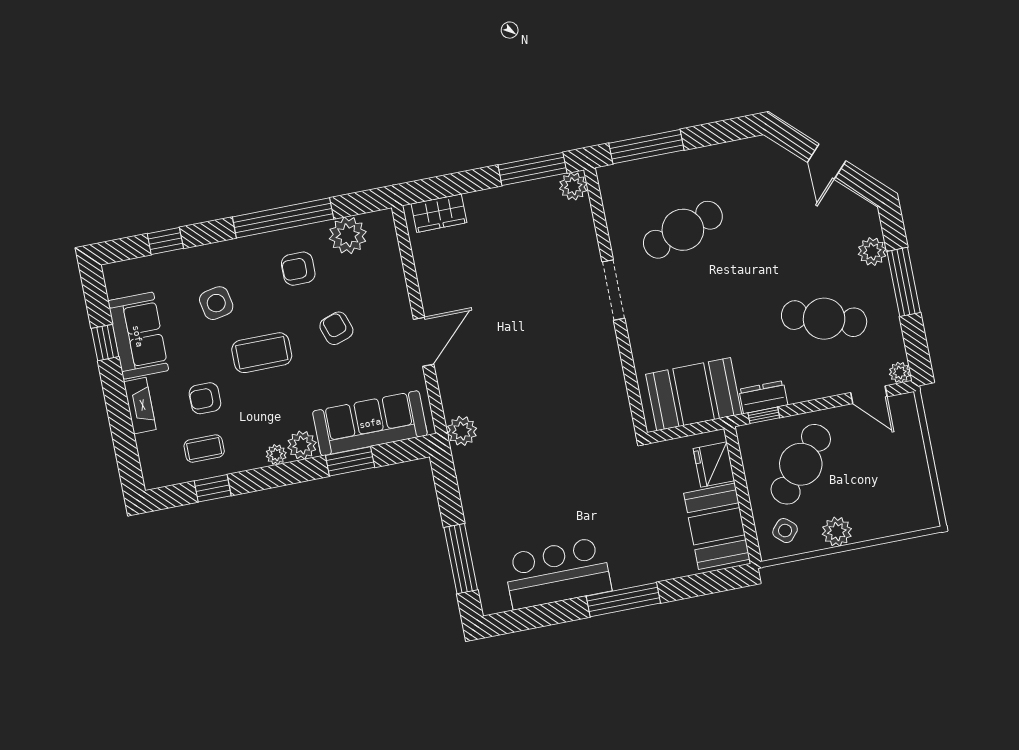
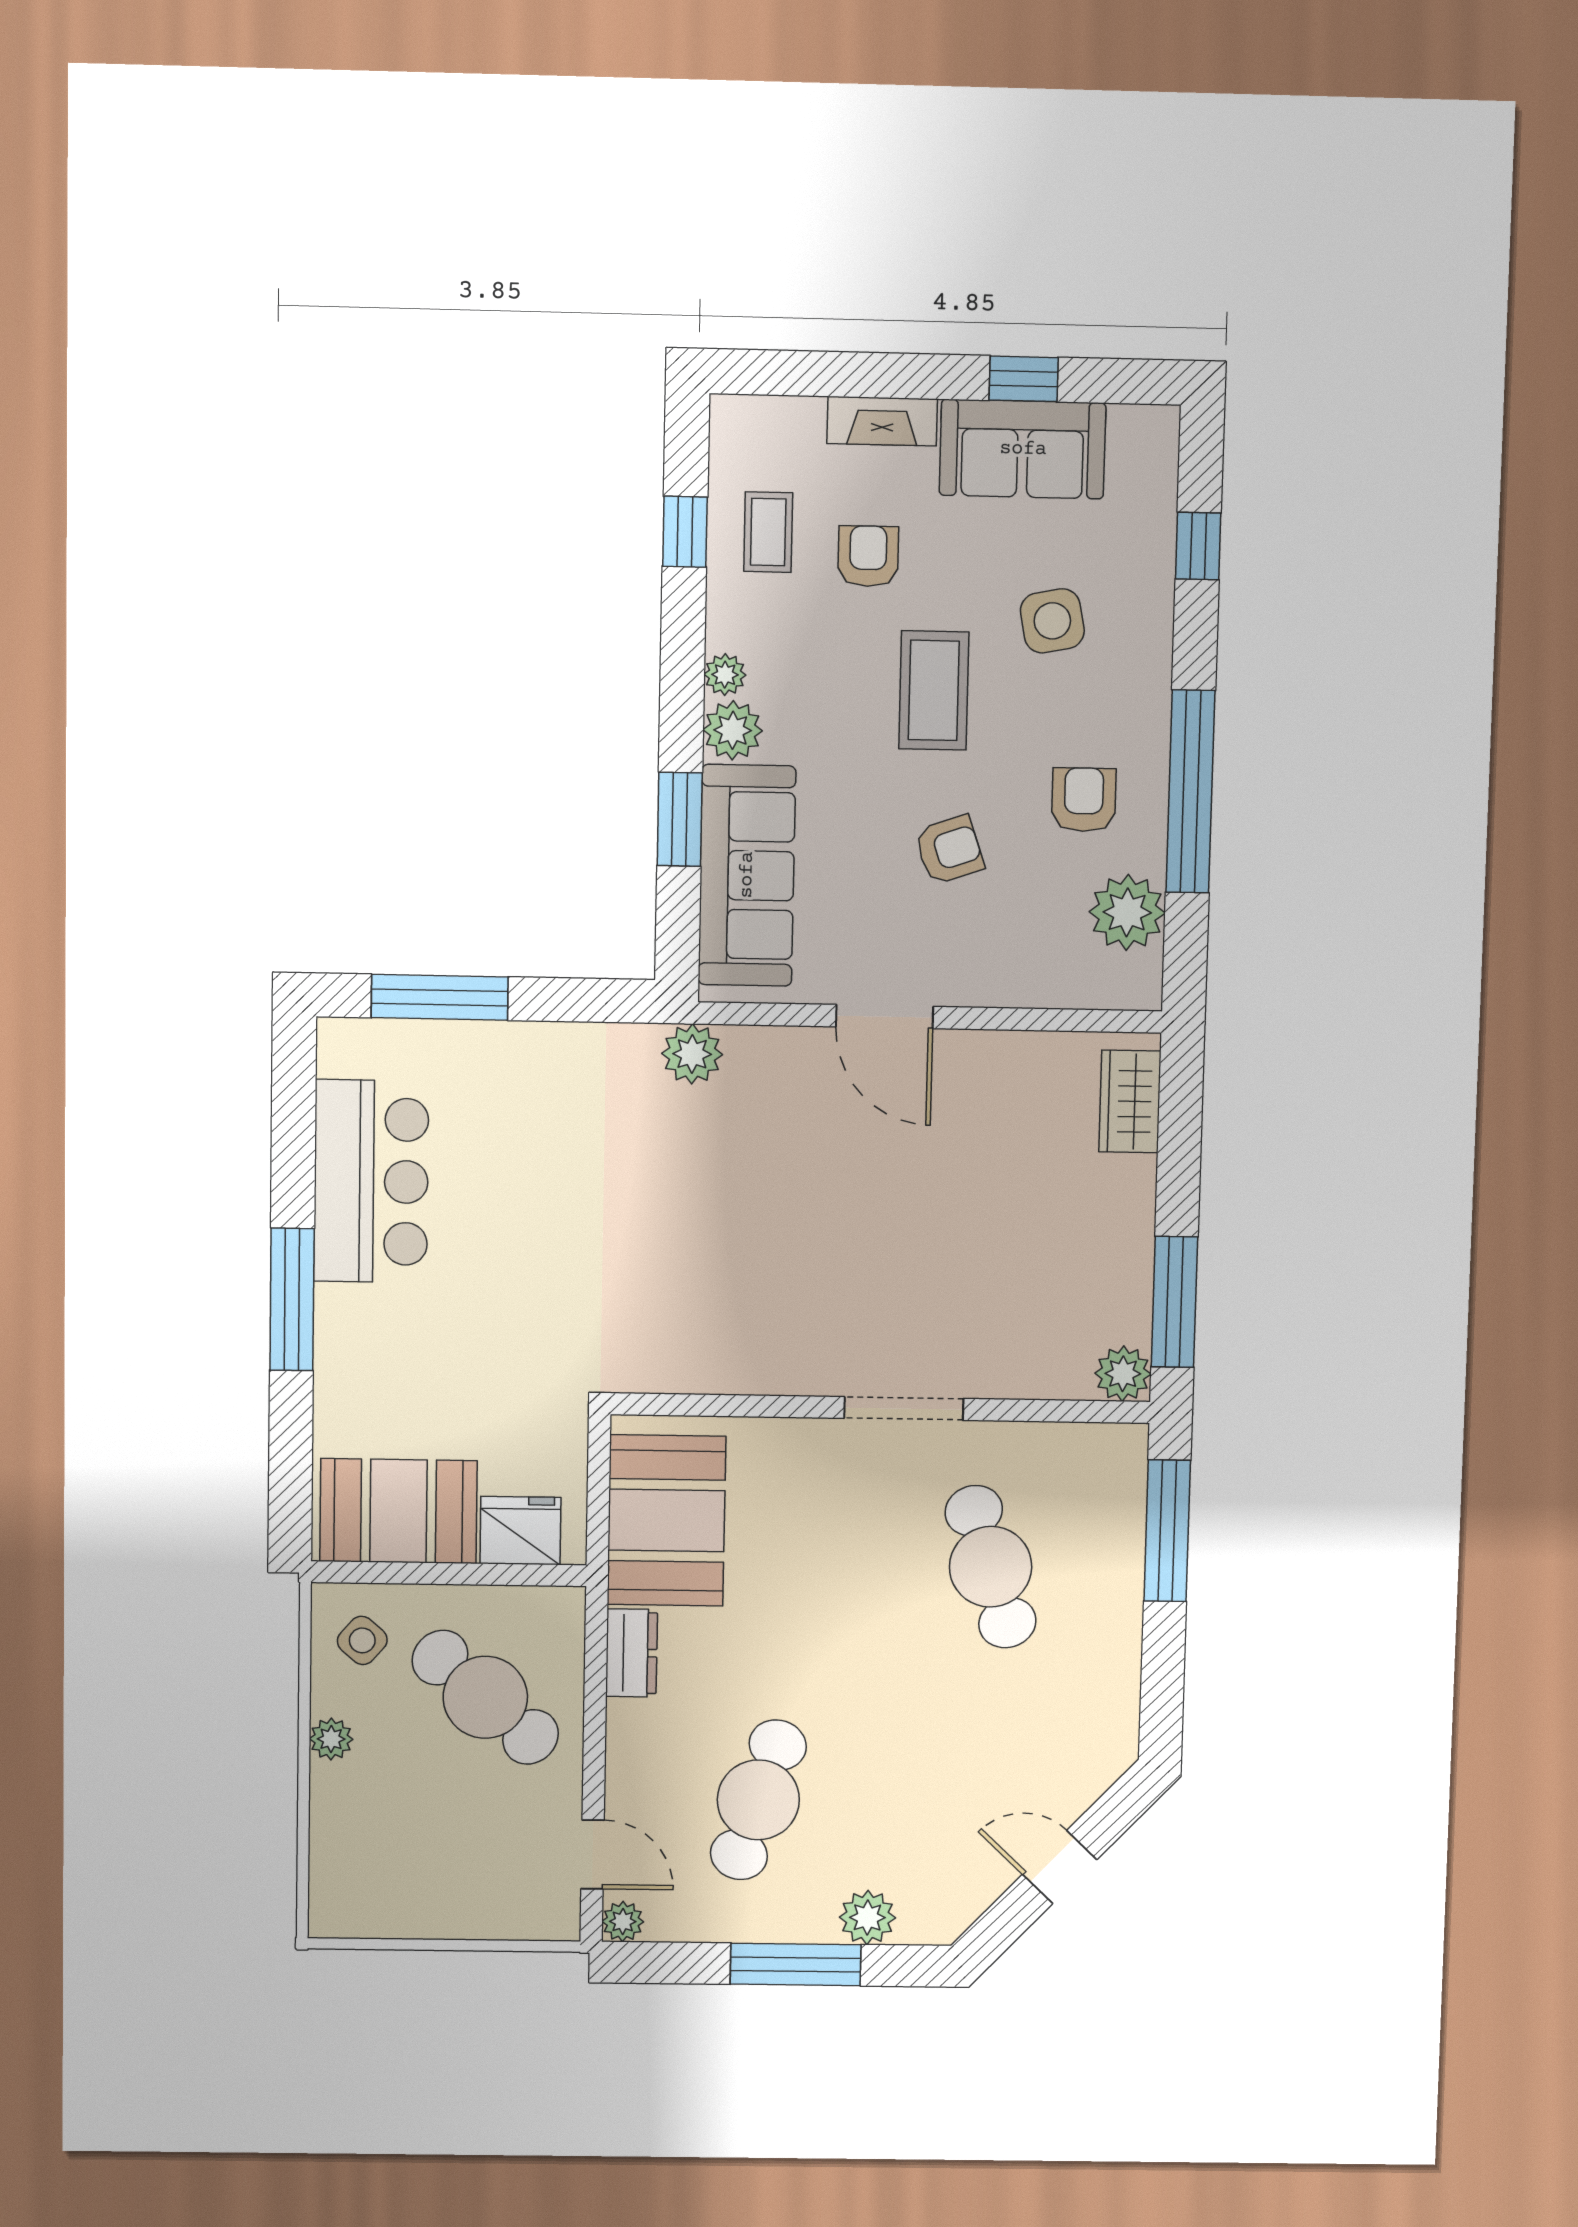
door: (869, 395) -> (592, 1854), swing flipped
window: (764, 415) -> (596, 1646), removed
plant: (837, 532) -> (331, 1739), width x0.73, depth x0.73

